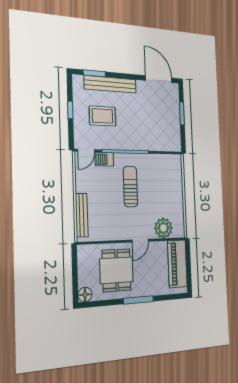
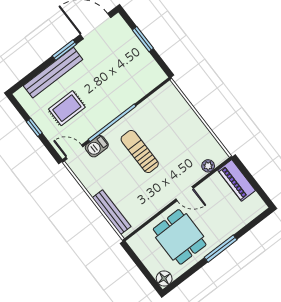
window: (94, 73) -> (64, 50), moved
door: (86, 150) -> (74, 152), swing flipped
plant: (163, 228) -> (208, 166), width x0.53, depth x0.53
door: (140, 241) -> (185, 194), hinge flipped
piano: (177, 264) -> (237, 180), width x0.73, depth x0.75

